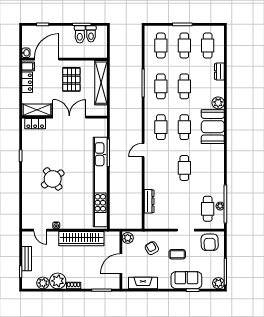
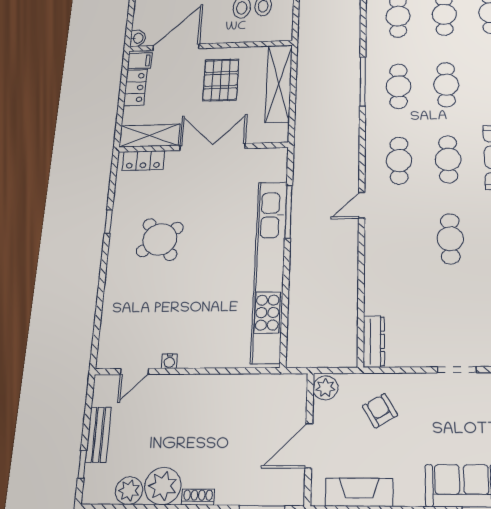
round table: (53, 179) -> (160, 239), moved
dresser: (149, 201) -> (374, 341), moved
door: (40, 230) -> (134, 372), hinge flipped
wardrobe: (81, 239) -> (222, 390), removed
coffee table: (177, 254) -> (439, 425), removed

